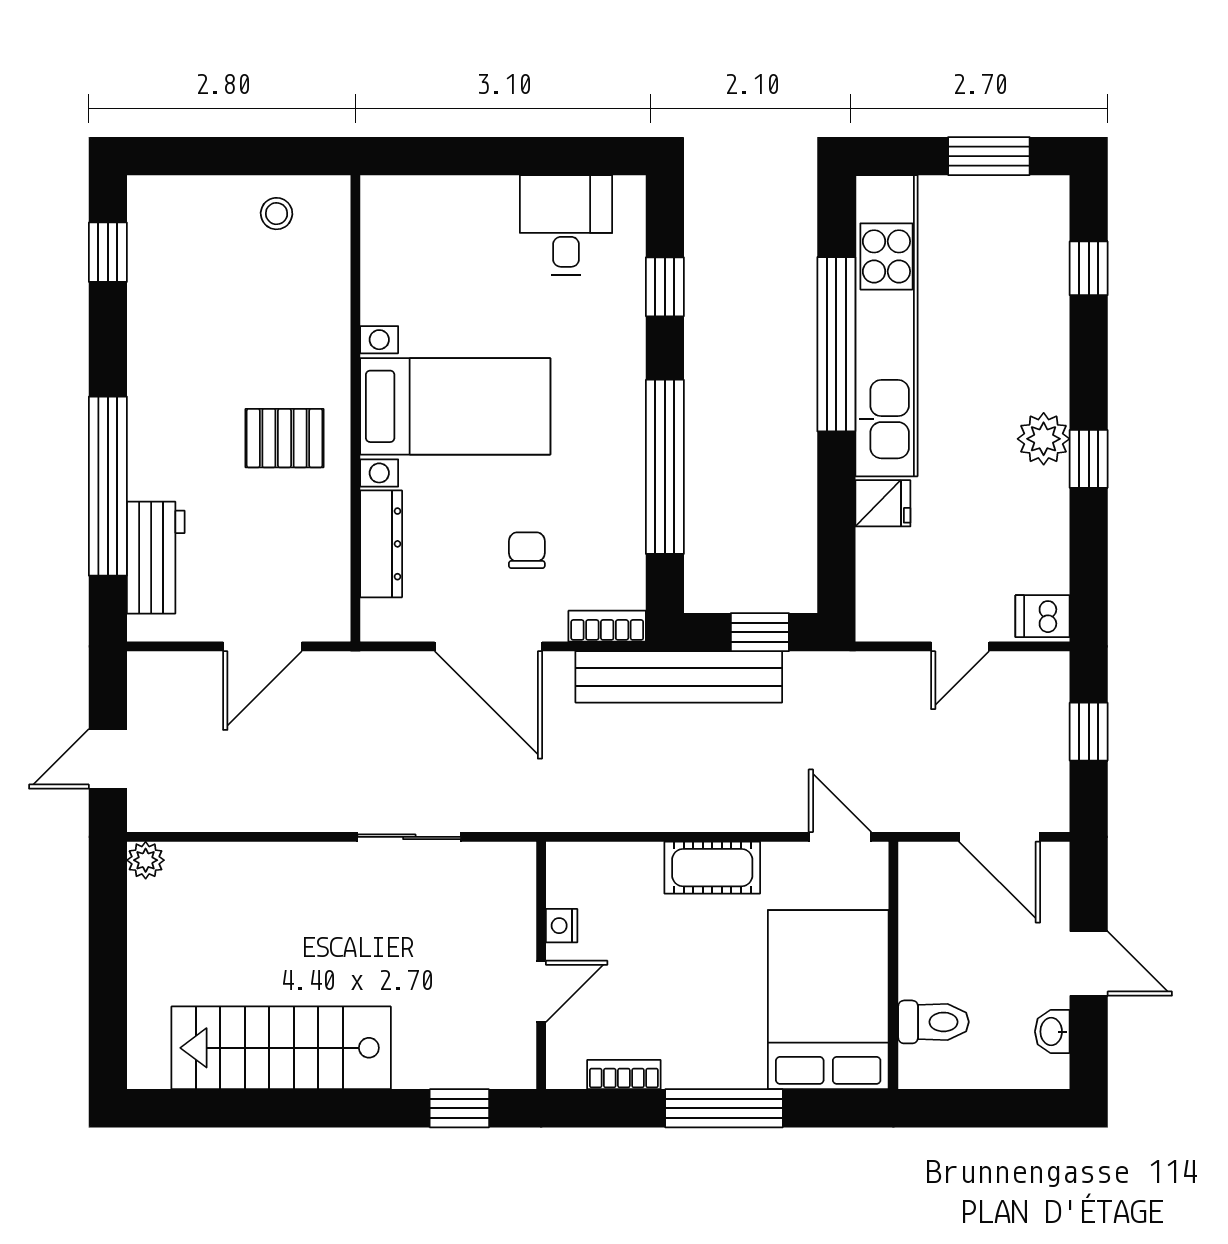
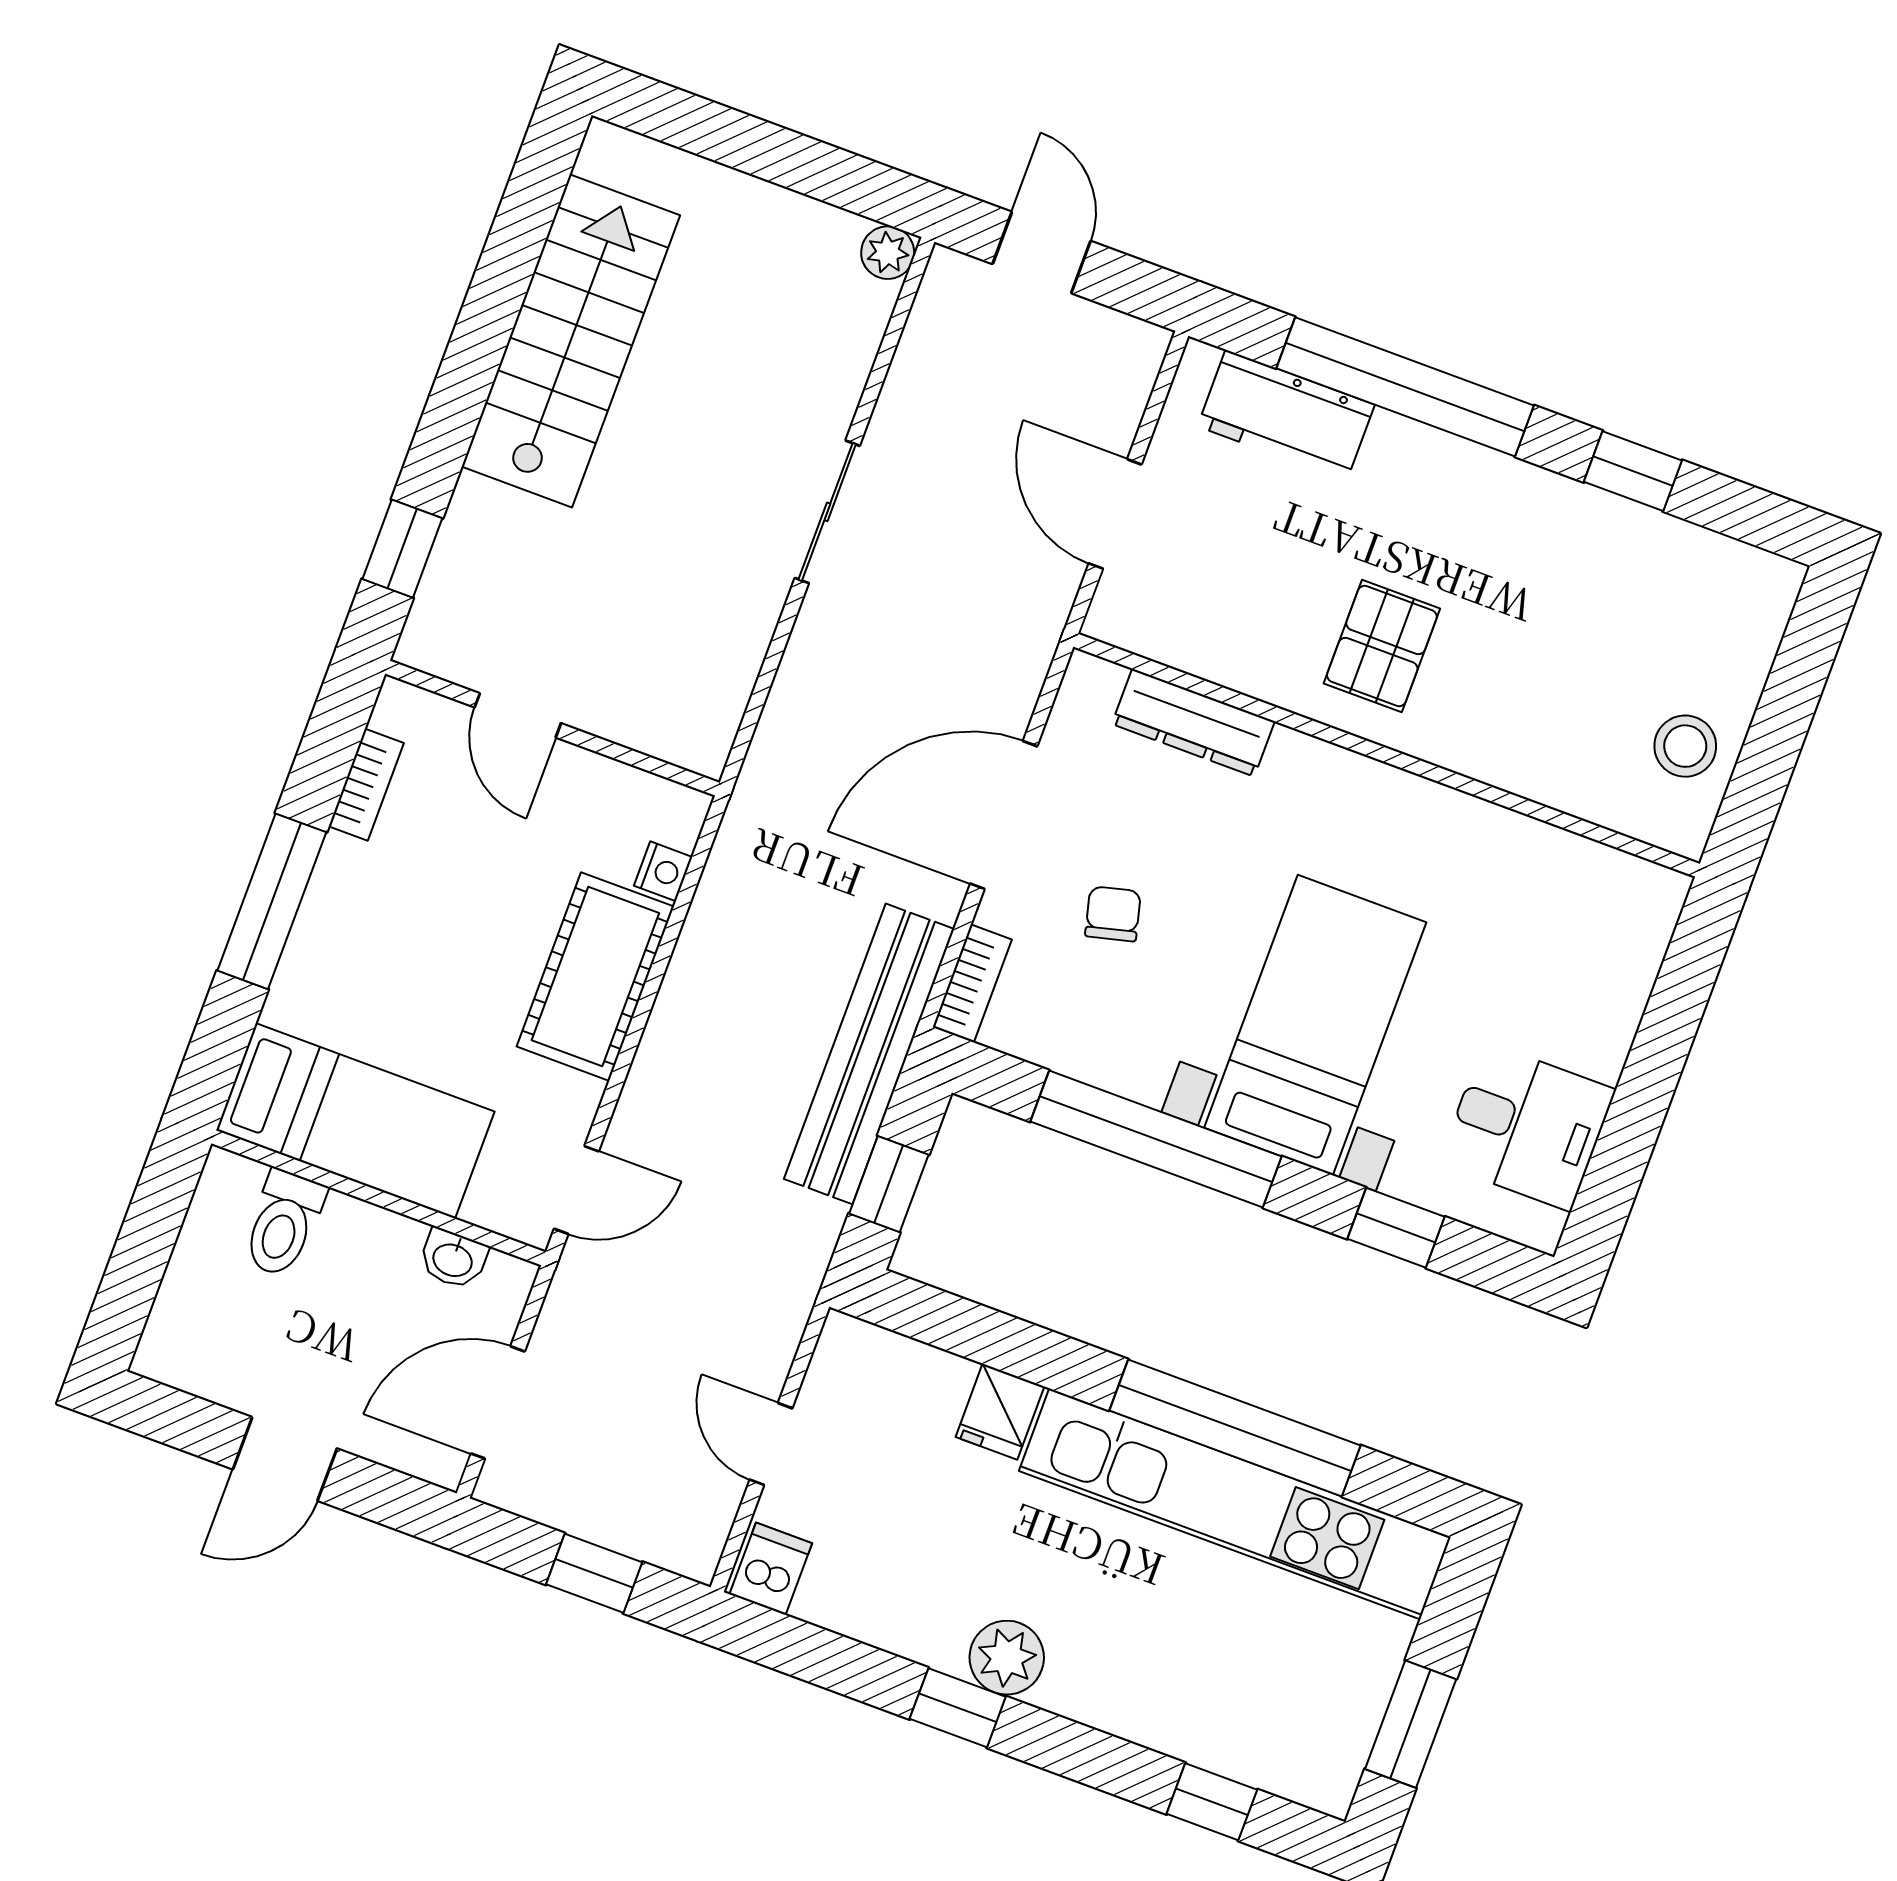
stool: (277, 214) -> (1685, 746), width x1.37, depth x1.37
window: (108, 252) -> (1633, 471), moved
bed with nightstands: (455, 406) -> (1315, 1025), moved, turned 180
chair: (527, 550) -> (1113, 914), turned -104
sliding door: (409, 837) -> (827, 512), moved
cot: (712, 868) -> (595, 977), width x1.37, depth x1.34
nightstand: (562, 926) -> (663, 871), moved, turned 90
bed: (828, 1000) -> (355, 1121), width x0.67
washbasin: (1052, 1032) -> (453, 1259), moved, turned 180

